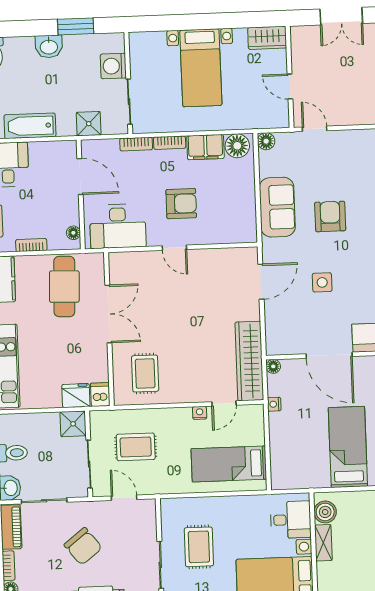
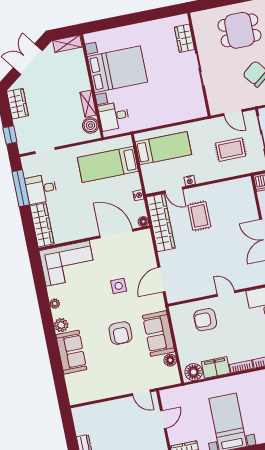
door: (290, 86) -> (163, 420), hinge flipped
floor lamp: (266, 141) -> (170, 360), moved
armchair: (181, 204) -> (205, 320), moved
door: (329, 355) -> (116, 234), moved
rug: (145, 373) -> (199, 216), moved
door: (224, 403) -> (174, 190), swing flipped
bed: (348, 447) -> (108, 164), moved, turned 90
rug: (199, 547) -> (175, 87), removed

